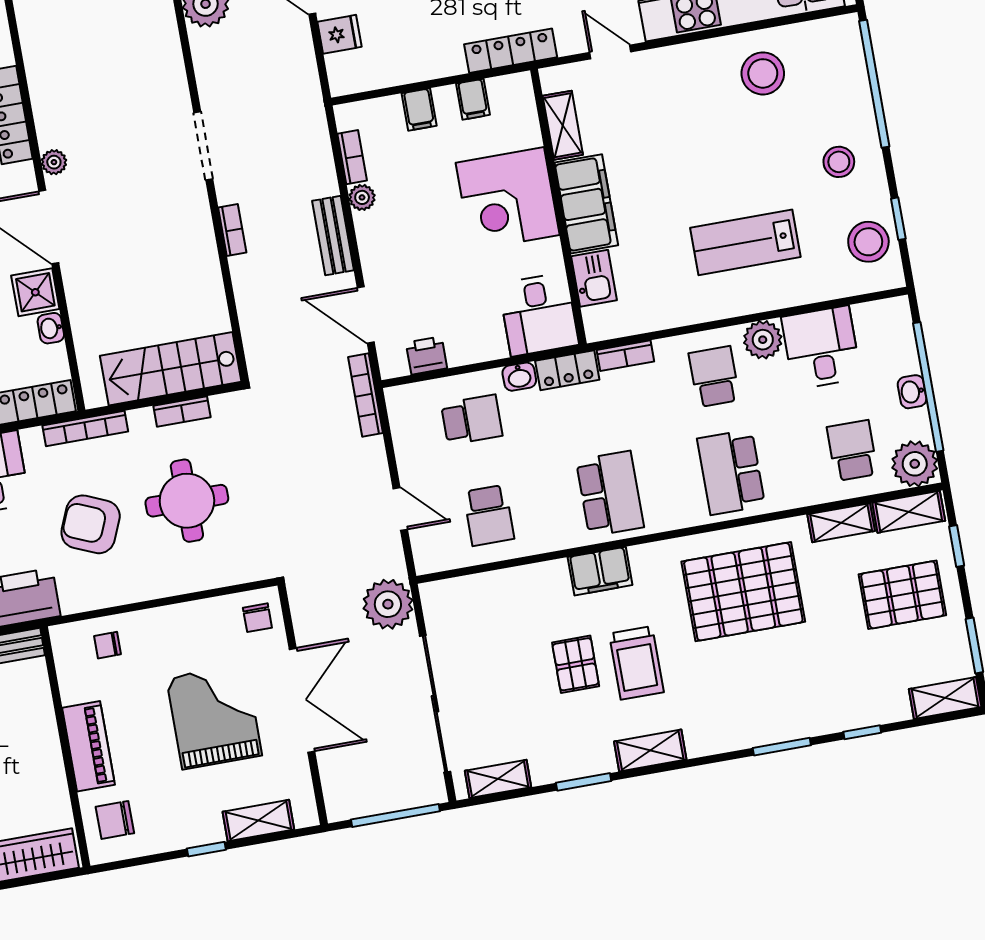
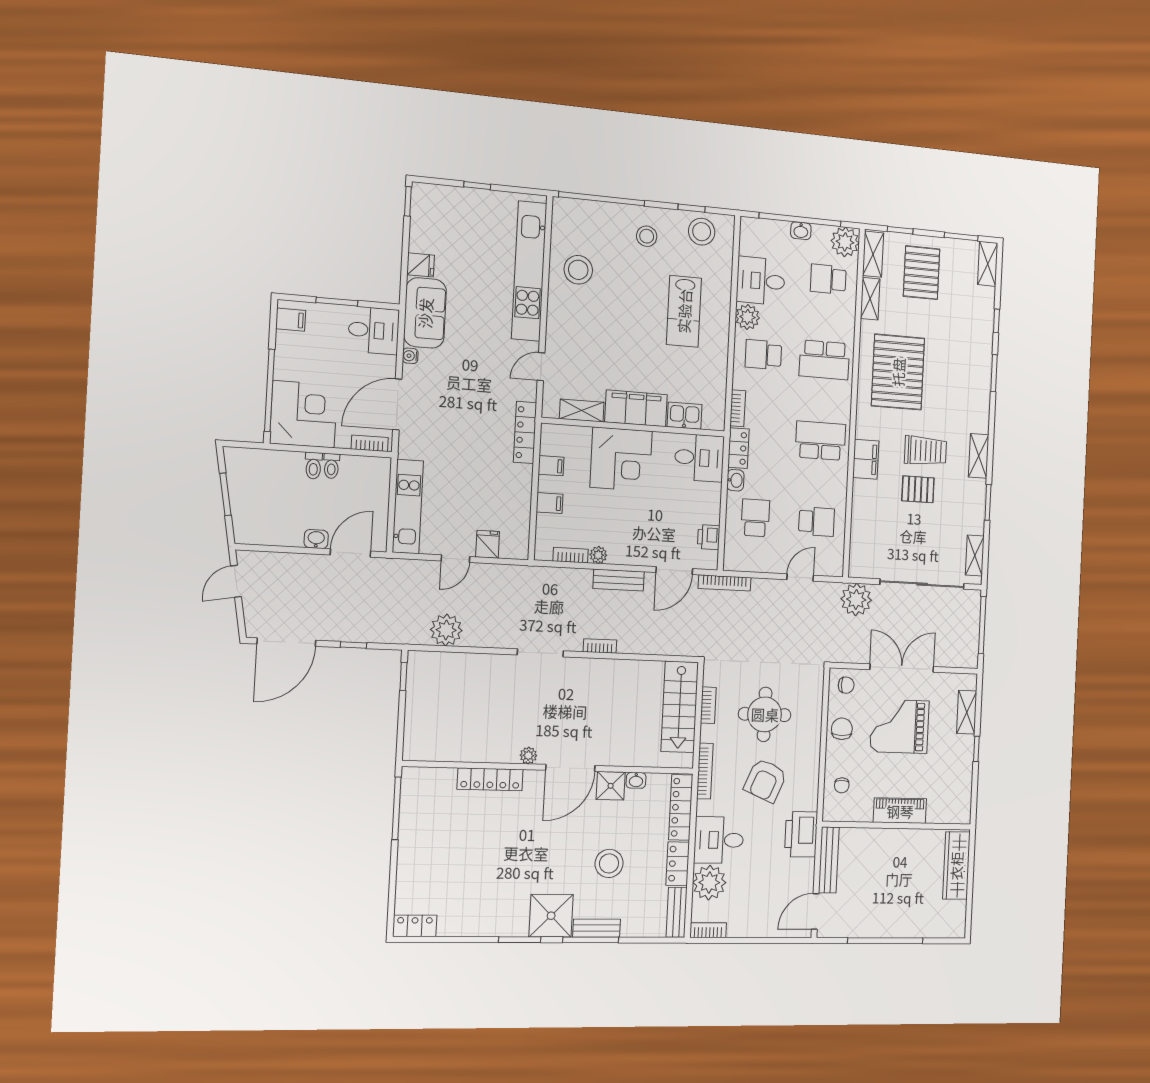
chair: (115, 820) -> (842, 729), moved, turned 180

